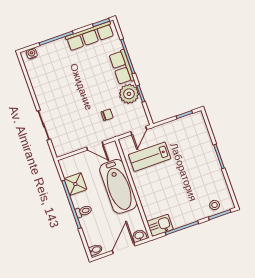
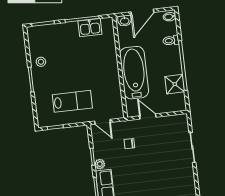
plant: (129, 94) -> (100, 164), width x0.53, depth x0.53
door: (139, 131) -> (102, 122), swing flipped
lab bench: (150, 157) -> (72, 101), moved
stool: (215, 205) -> (41, 62), moved
toilet: (84, 211) -> (171, 40), moved
kitchen sink: (160, 225) -> (90, 28), moved

